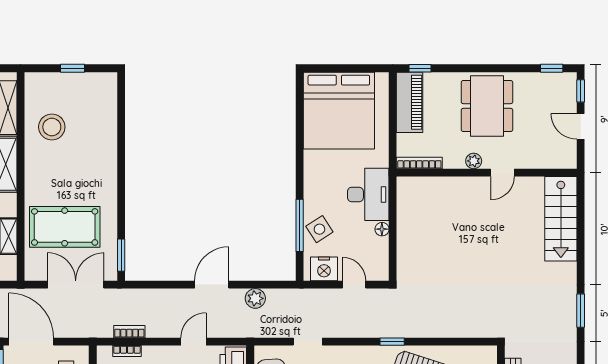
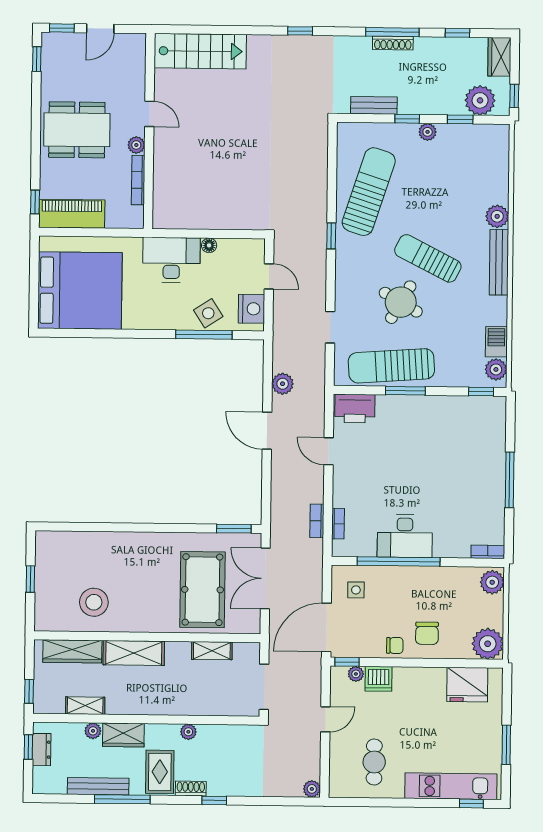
bookcase: (419, 163) -> (138, 180), moved
door: (354, 285) -> (269, 276), swing flipped
window: (581, 311) -> (300, 31), width x0.67

